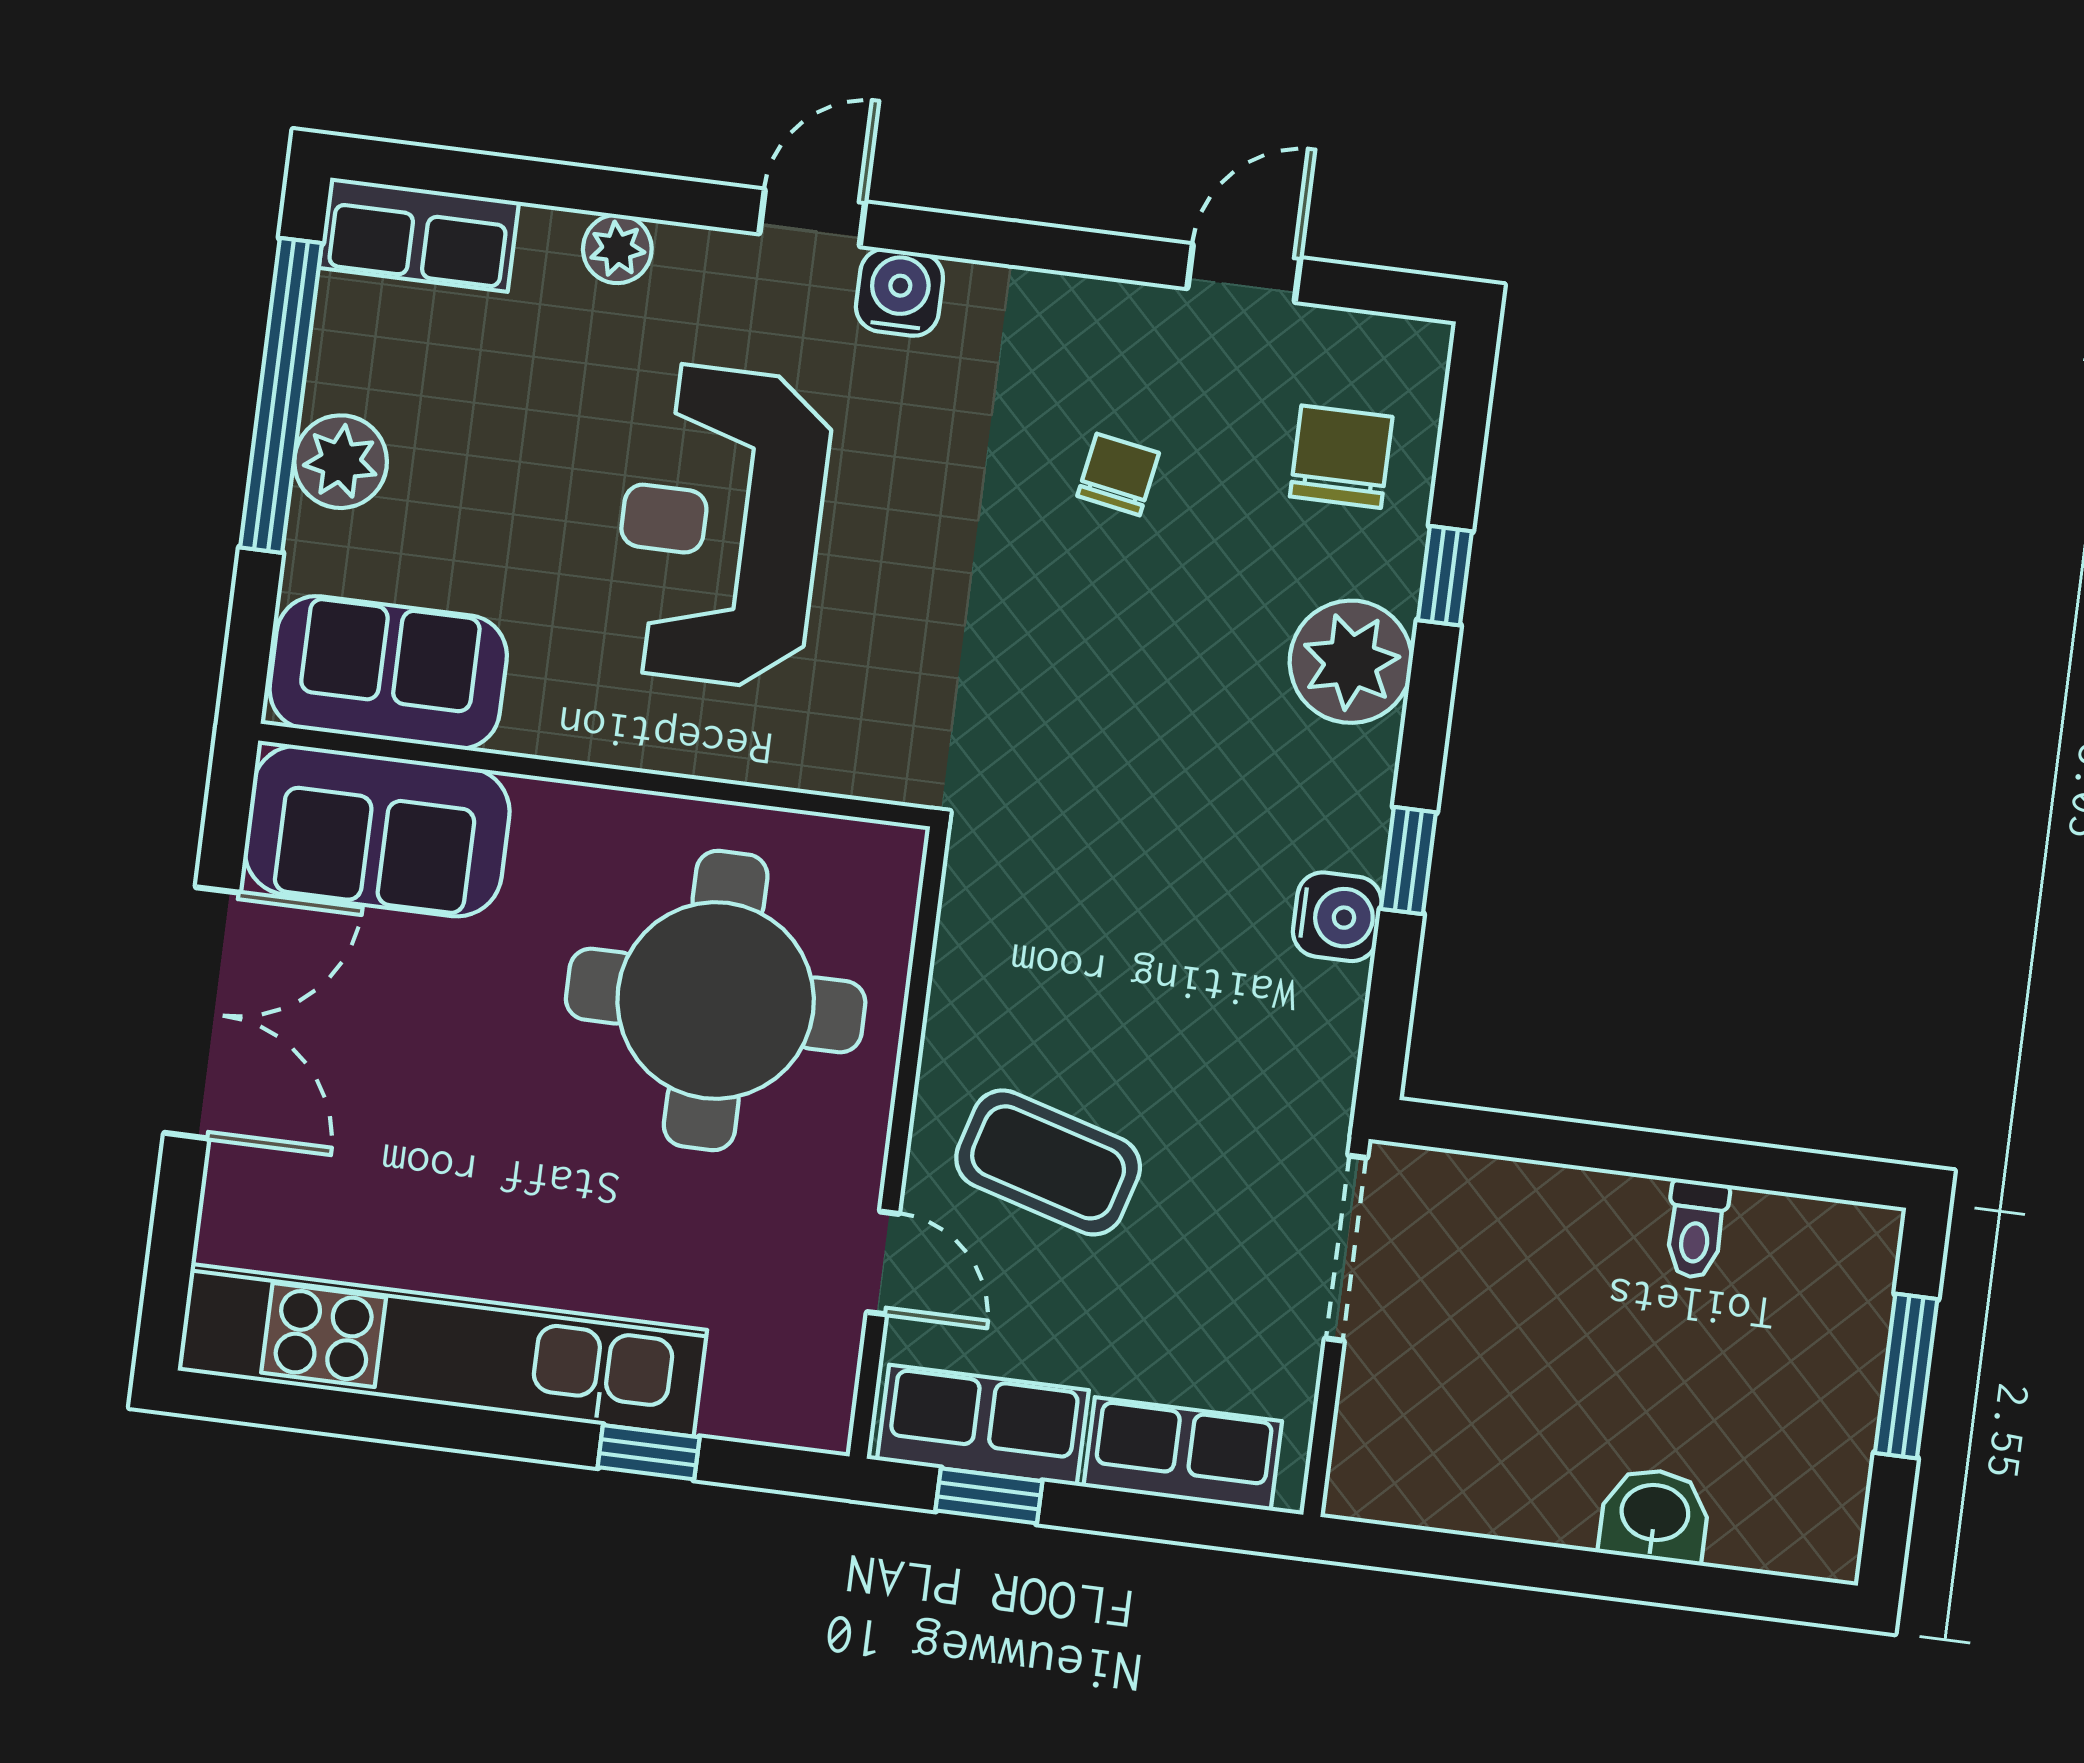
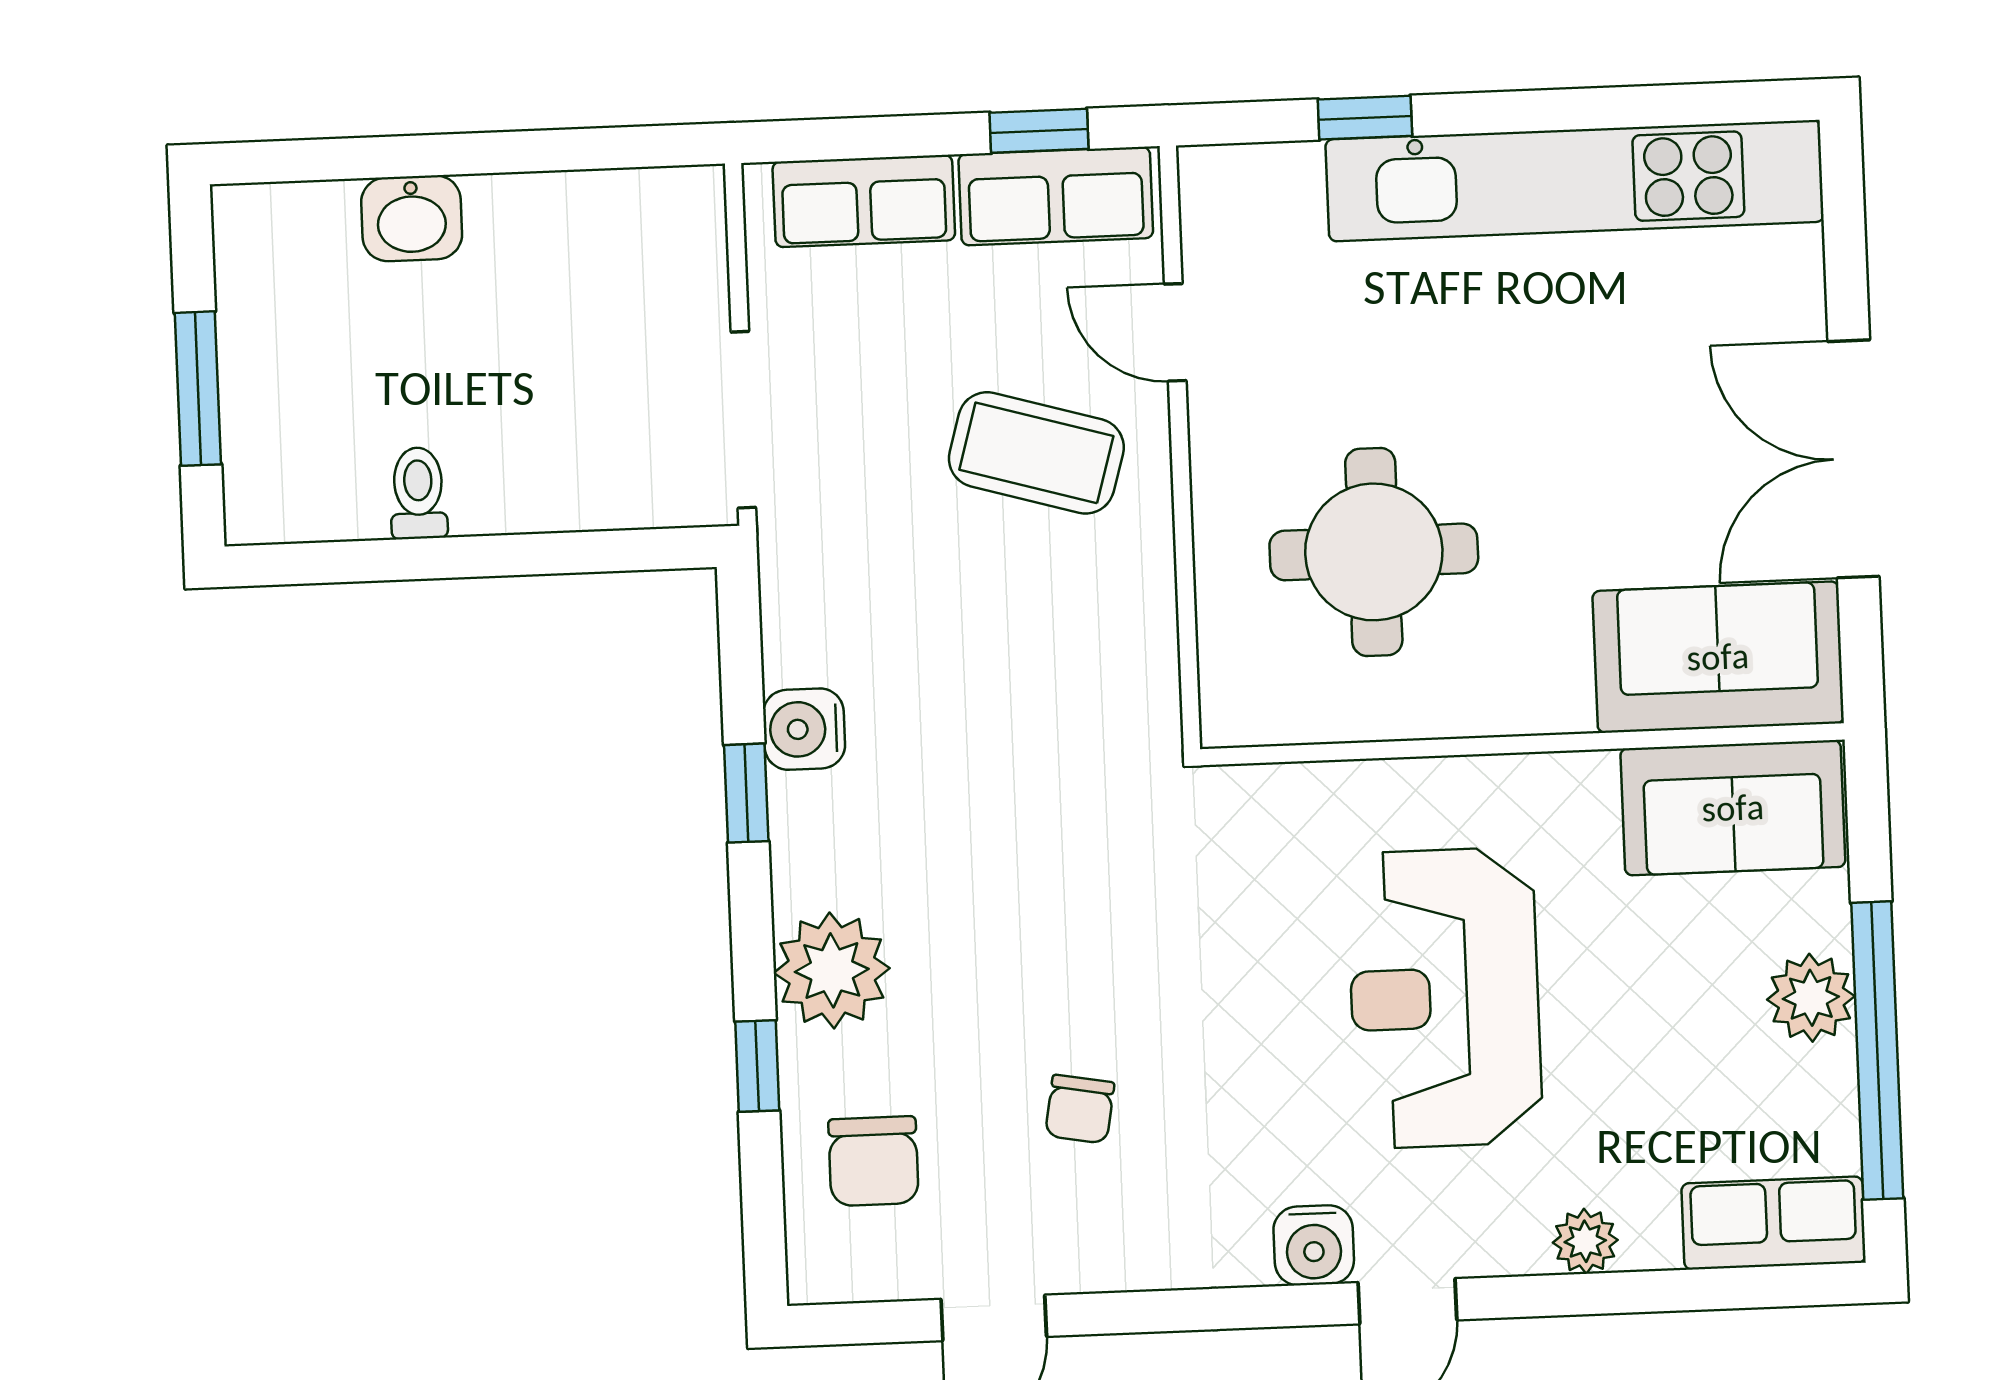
reception desk: (720, 526) -> (1445, 998), turned 180
round table: (716, 1000) -> (1374, 552), width x0.73, depth x0.73

